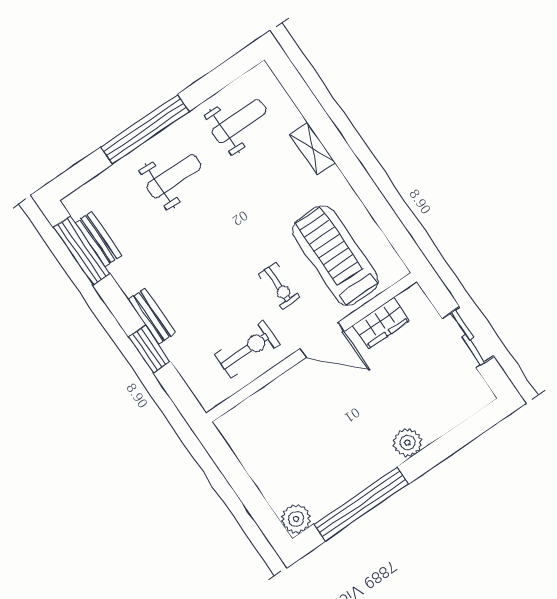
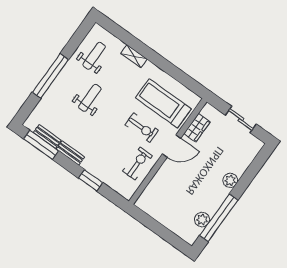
weight bench: (174, 176) -> (90, 98), moved
exercise bike: (279, 286) -> (142, 128), width x1.38, depth x1.39
bench: (152, 316) -> (70, 153), moved
plant: (296, 519) -> (202, 220), moved

